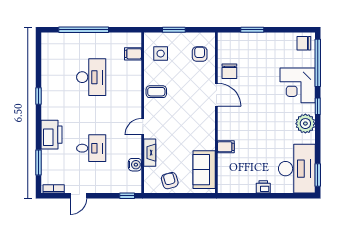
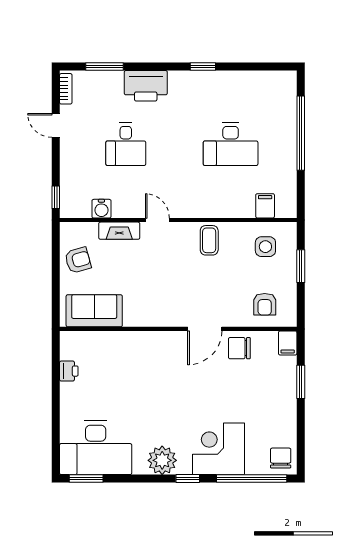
armchair: (200, 54) -> (265, 304), turned 90
filing cabinet: (226, 147) -> (288, 343), moved
printer: (263, 187) -> (69, 371), moved

